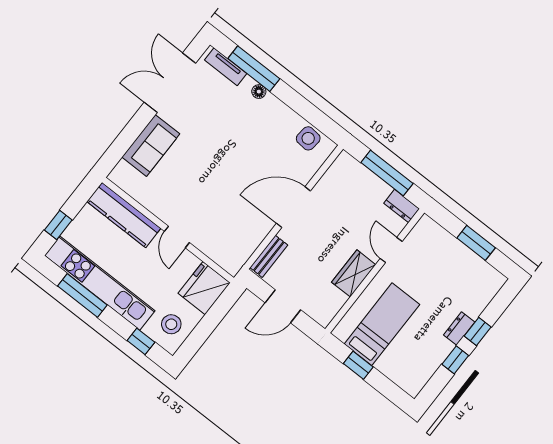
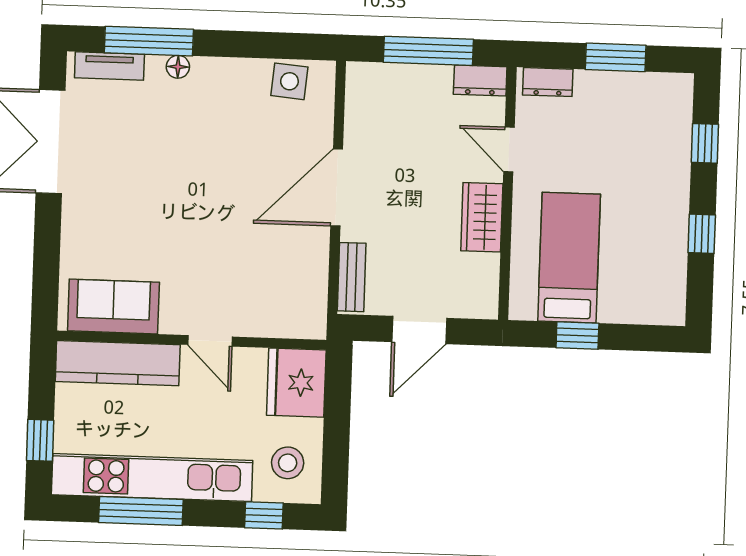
sofa: (151, 145) -> (113, 306), moved, turned -90
dresser: (459, 328) -> (548, 82), moved, turned -90
window: (478, 332) -> (705, 143), moved

